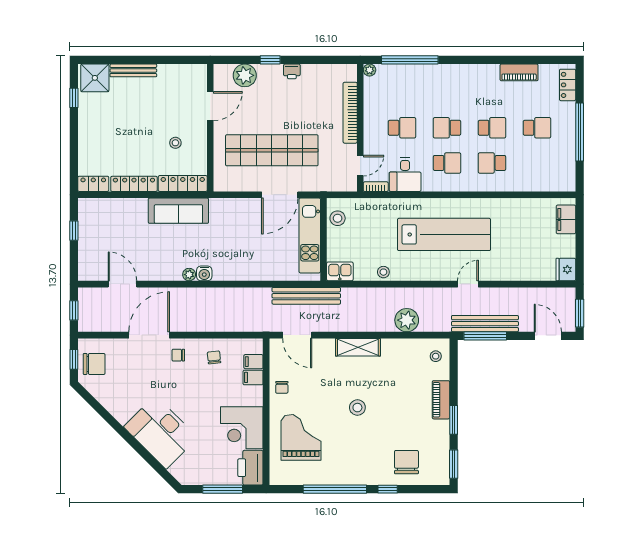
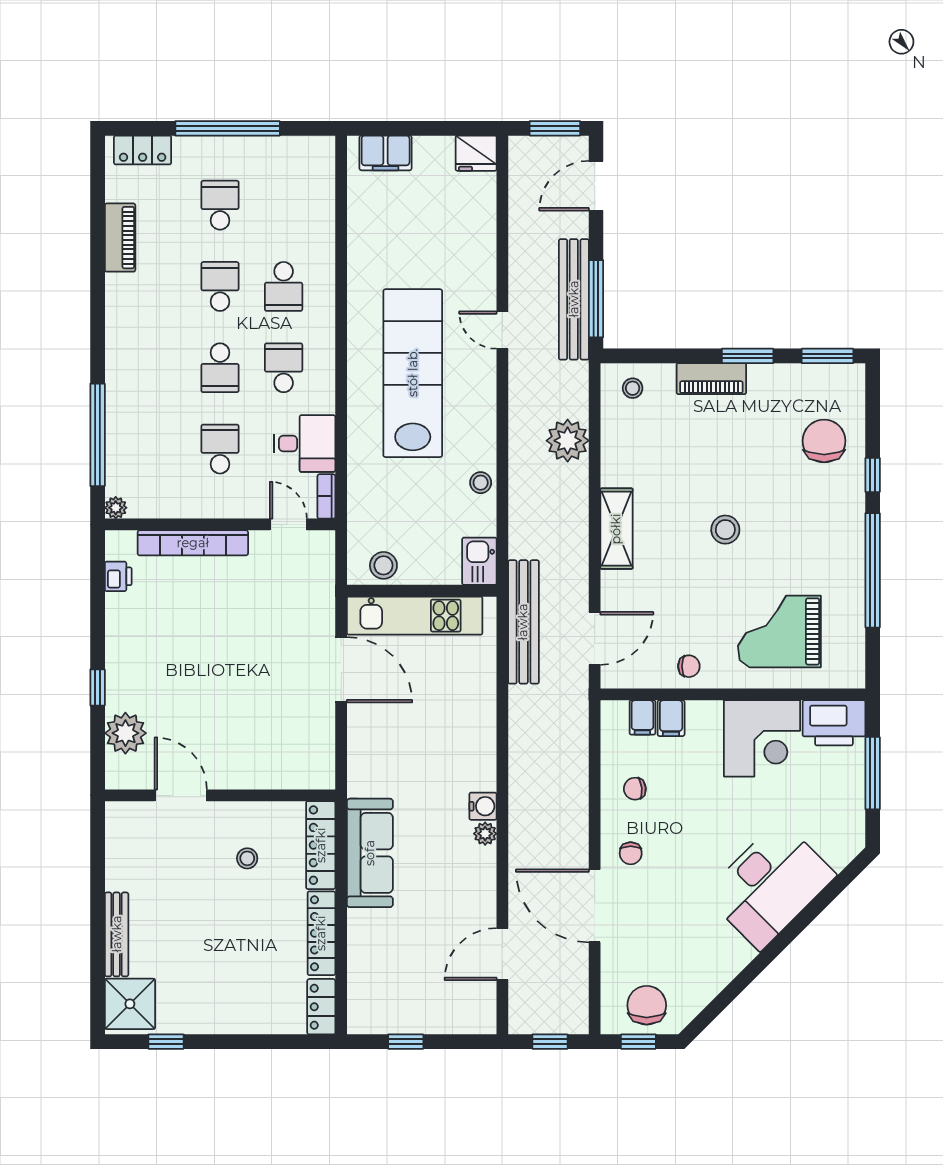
printer: (292, 71) -> (118, 576), moved
shop shelf: (272, 150) -> (261, 684), removed
chair: (406, 462) -> (824, 441), turned 90

